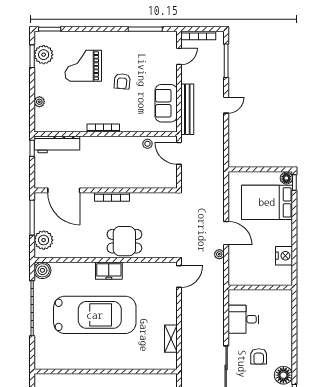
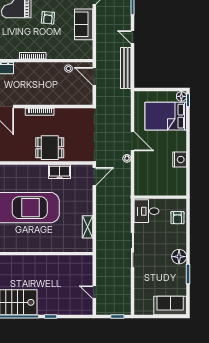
sofa: (166, 103) -> (84, 24), moved
door: (226, 105) -> (133, 37), swing flipped
bench: (187, 109) -> (126, 68), moved
freezer: (109, 271) -> (60, 172), moved
wall: (260, 288) -> (160, 197), moved
armchair: (259, 356) -> (177, 218), moved

